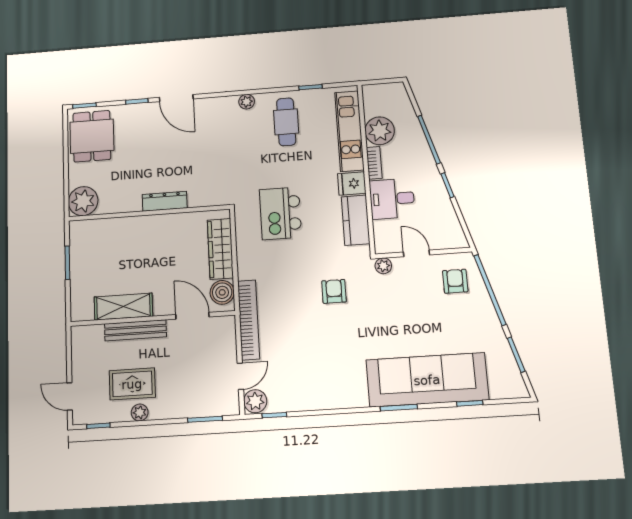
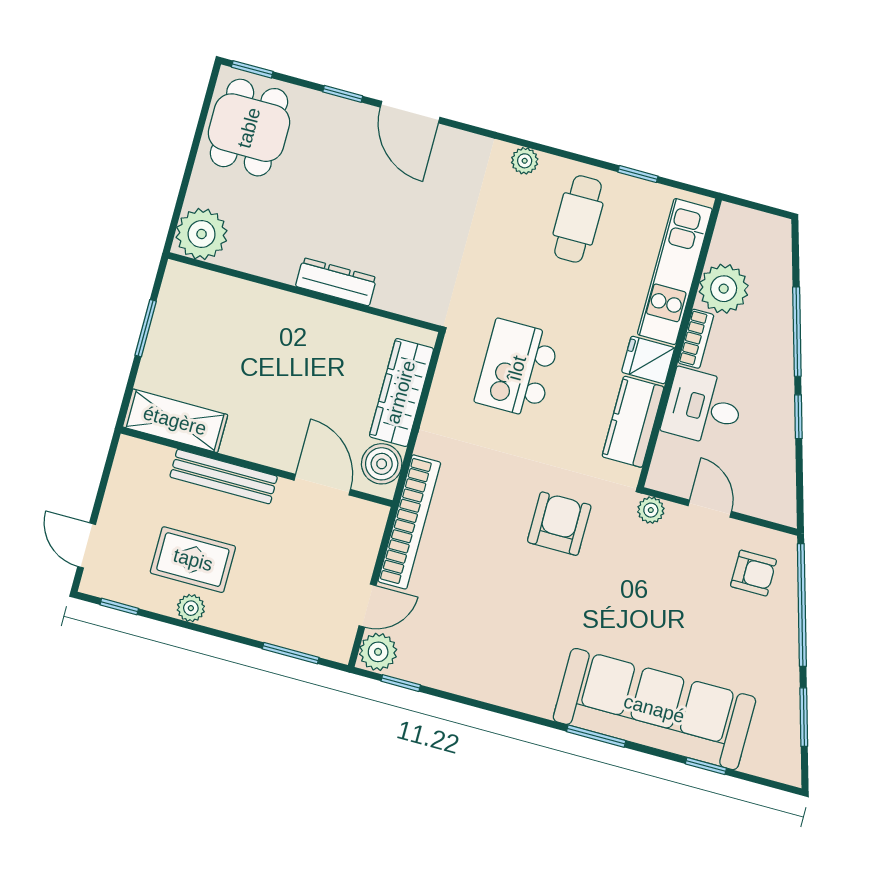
armchair: (455, 281) -> (753, 573), turned 90
armchair: (334, 291) -> (559, 524), width x1.38, depth x1.38
shelving: (123, 307) -> (175, 421), moved

